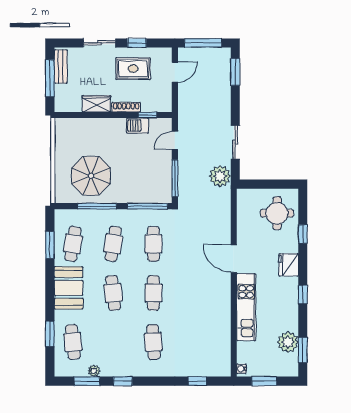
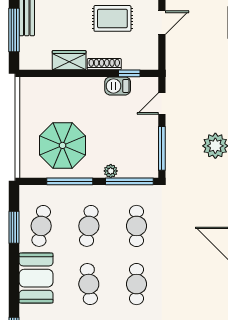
plant: (132, 197) -> (111, 171), added

